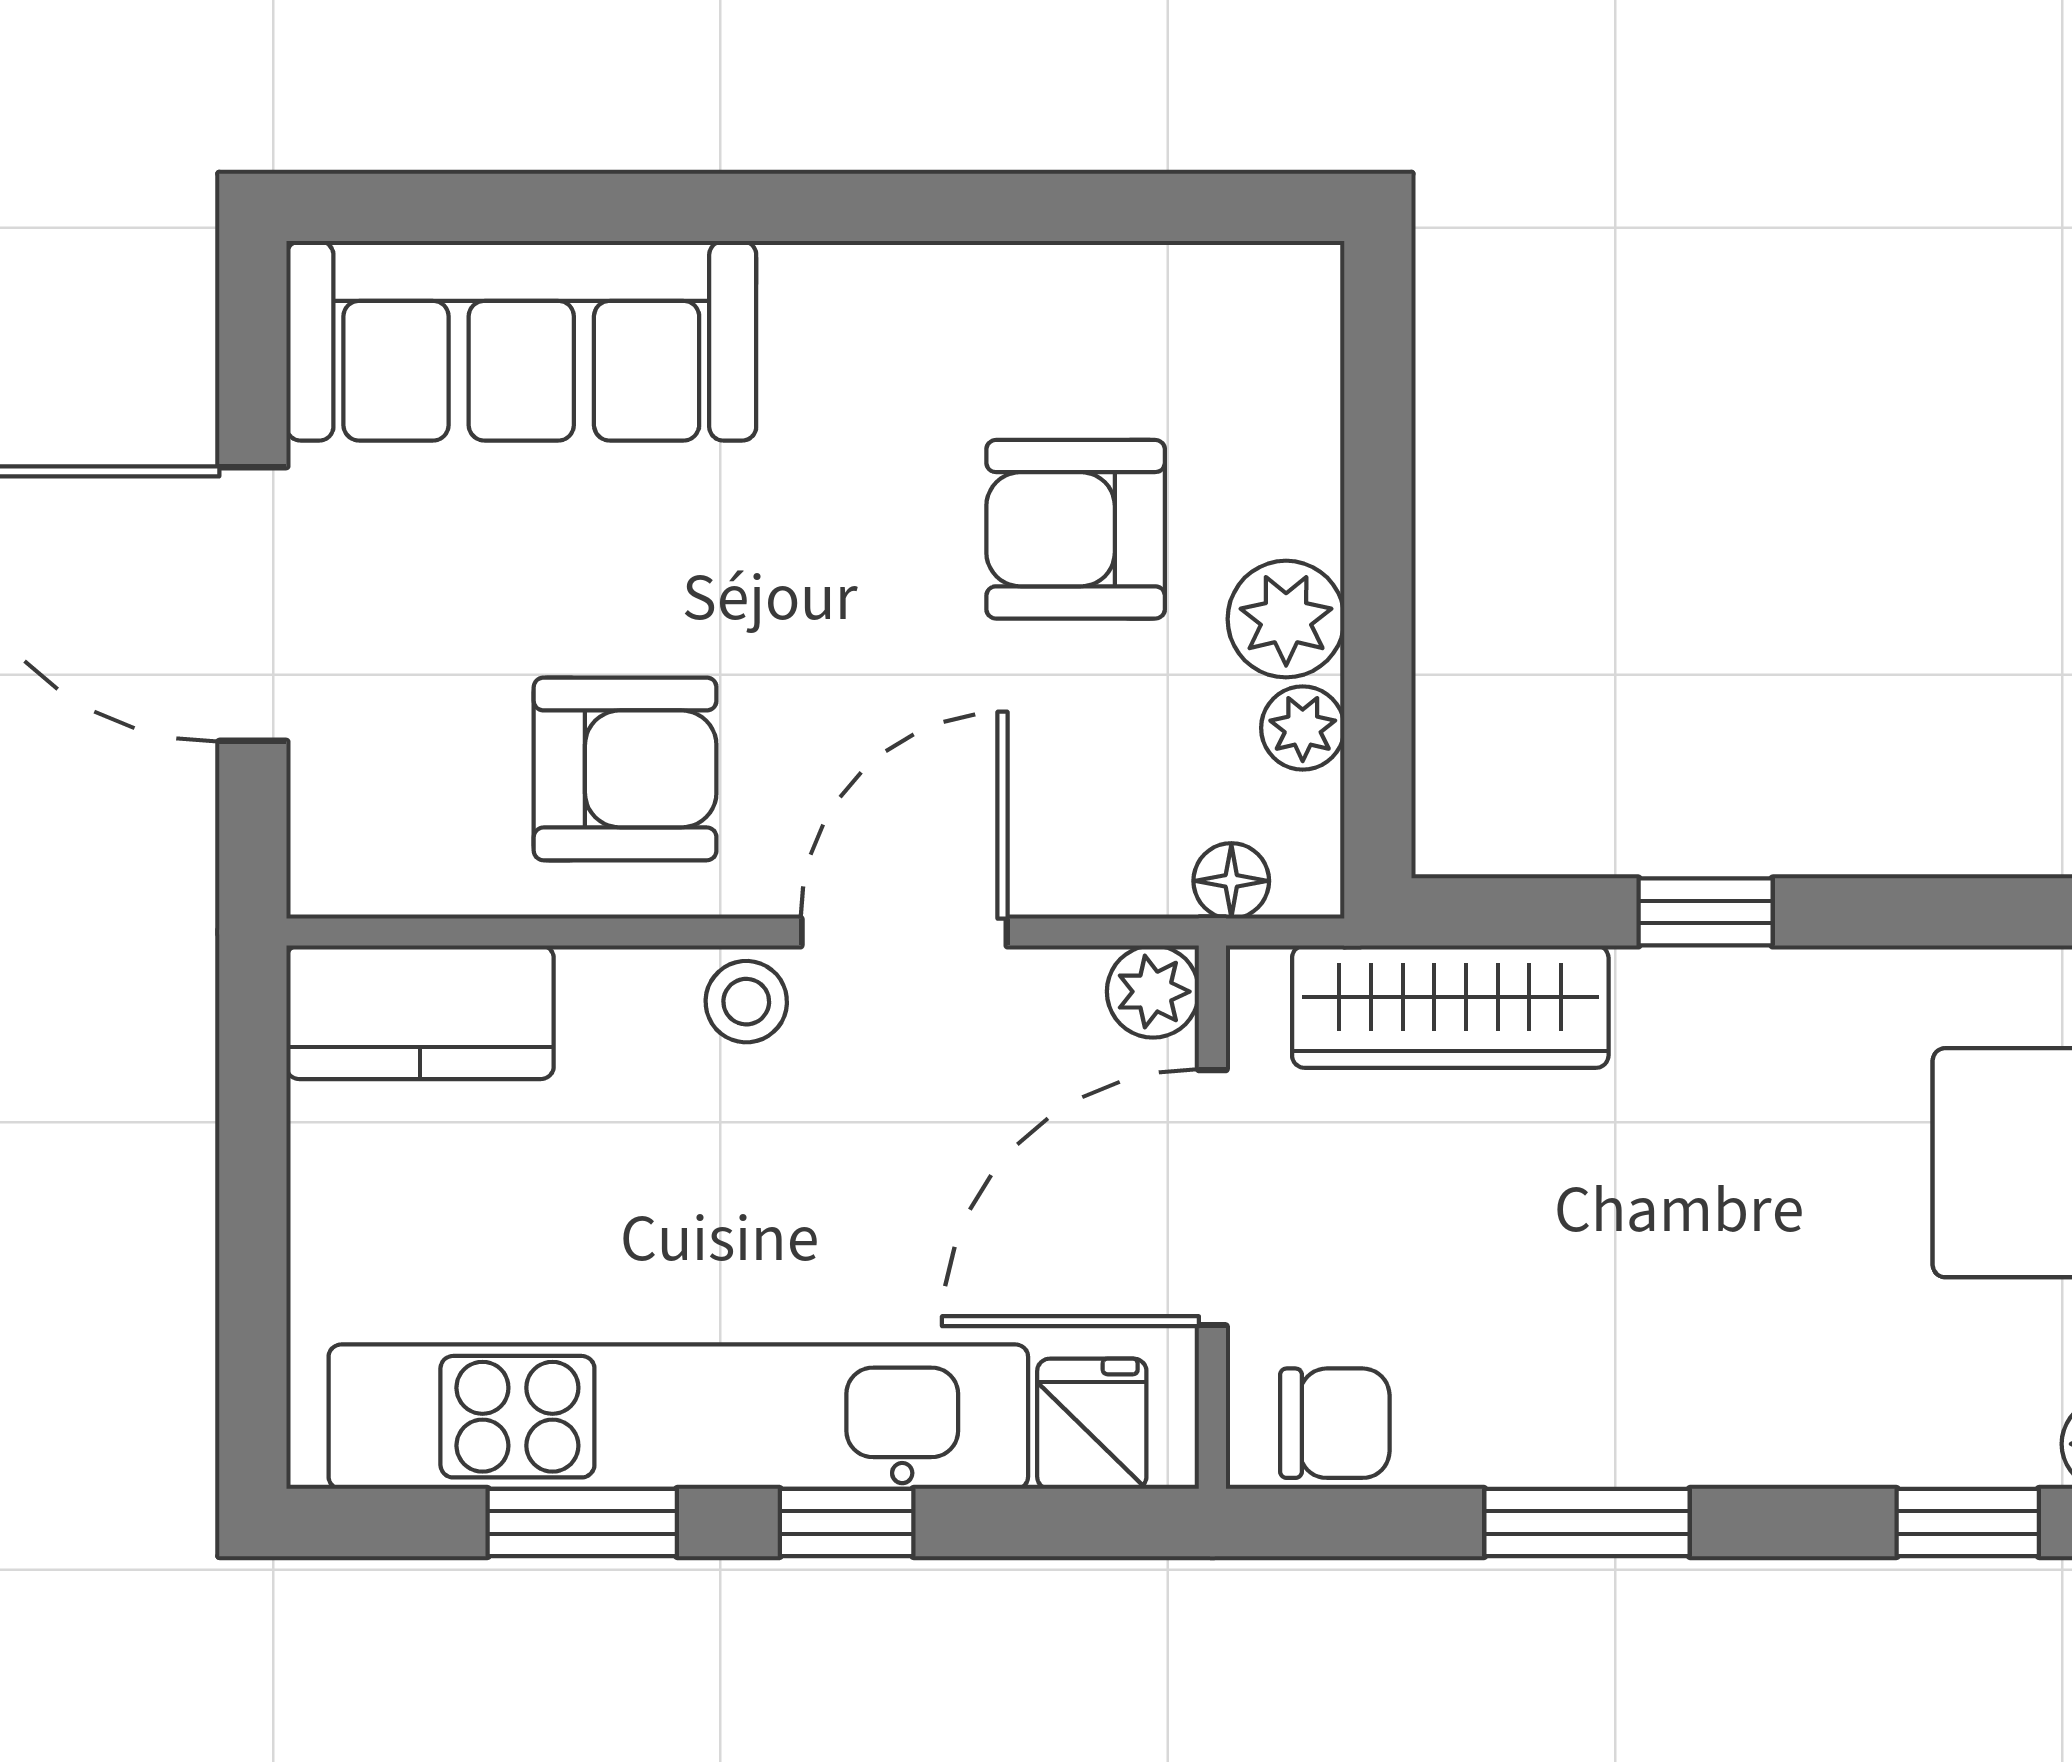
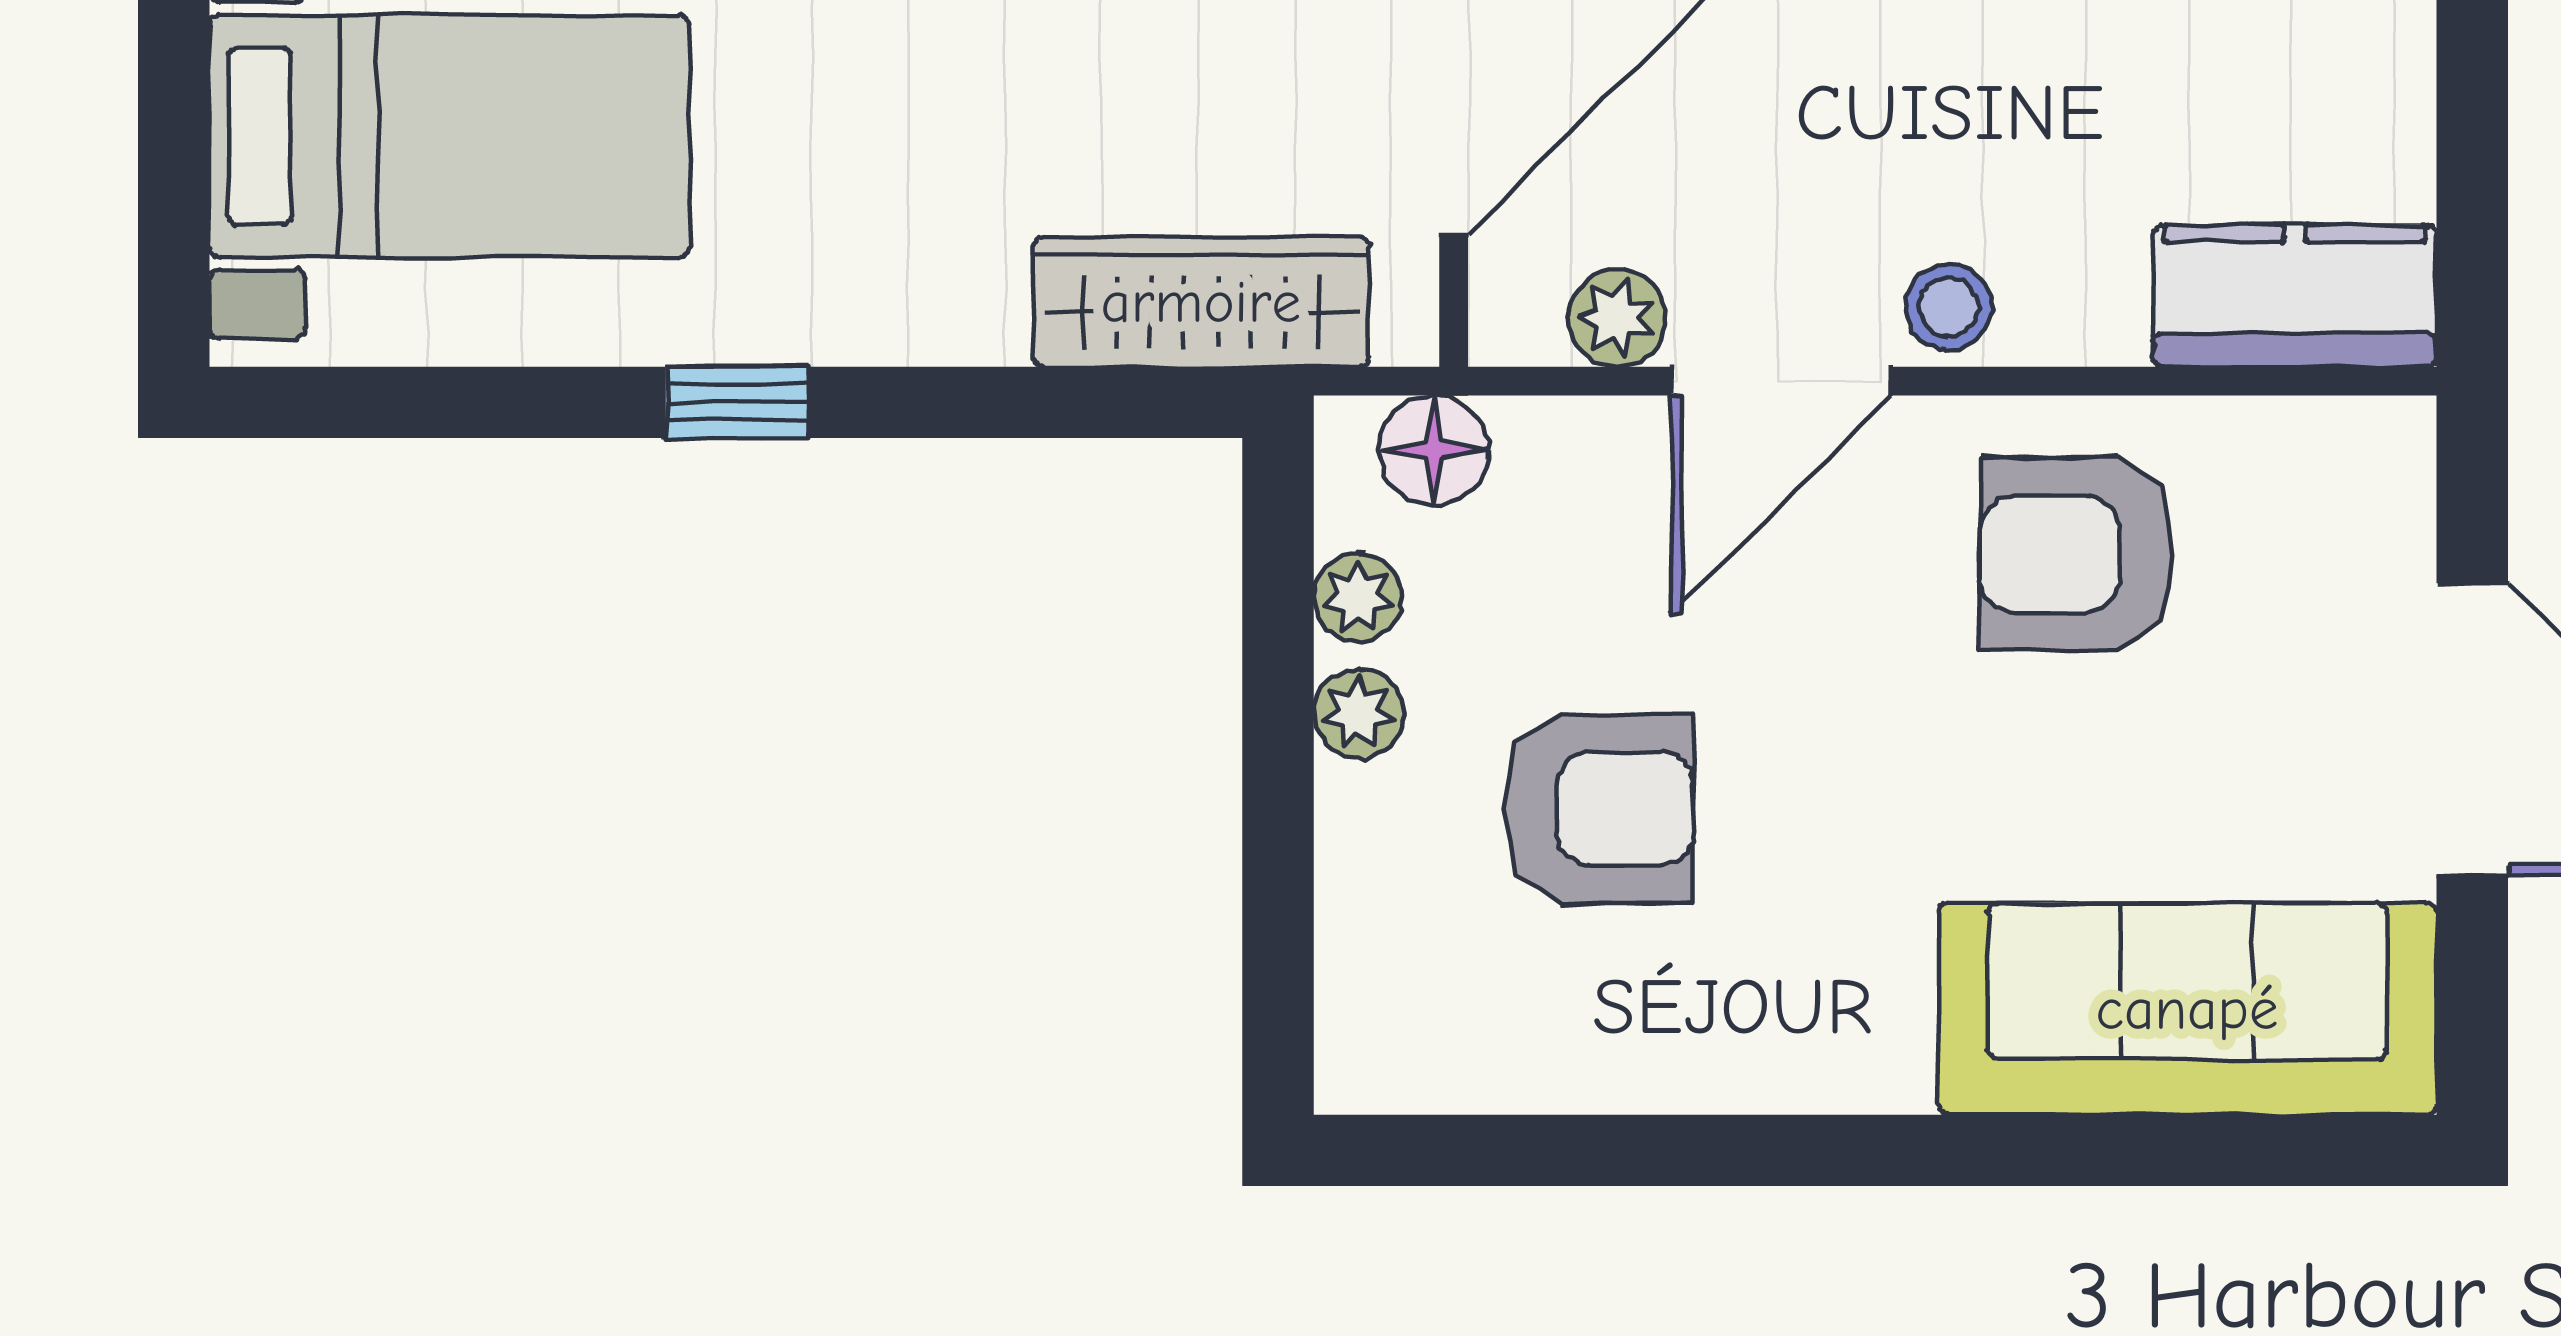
plant: (1286, 619) -> (1359, 713), width x0.73, depth x0.73
floor lamp: (1231, 881) -> (1434, 450), width x1.37, depth x1.37
window: (1706, 912) -> (737, 402), moved
plant: (1153, 992) -> (1617, 318), moved

